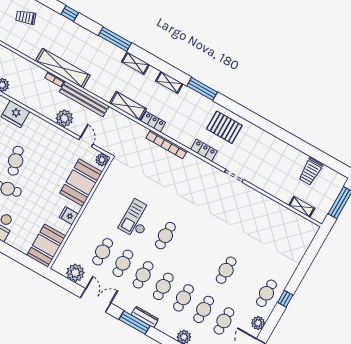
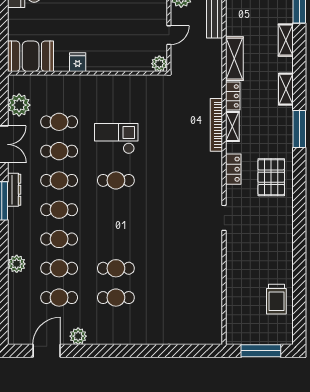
trolley: (311, 172) -> (276, 299), turned -90
booth: (81, 182) -> (121, 55), removed
shelving: (302, 207) -> (232, 126), moved
cafe table: (266, 293) -> (116, 298), moved
window: (285, 299) -> (122, 351), removed
dresser: (145, 317) -> (14, 190), moved

